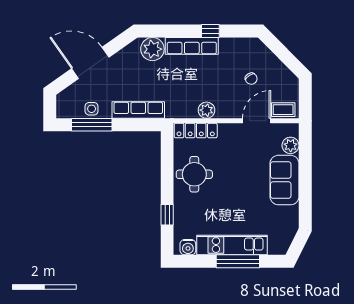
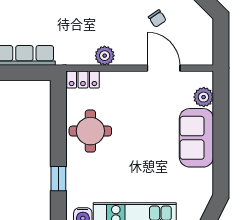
coffee table: (283, 110) -> (195, 55), removed
door: (257, 121) -> (164, 68), hinge flipped
locker: (196, 130) -> (83, 80), width x0.66

